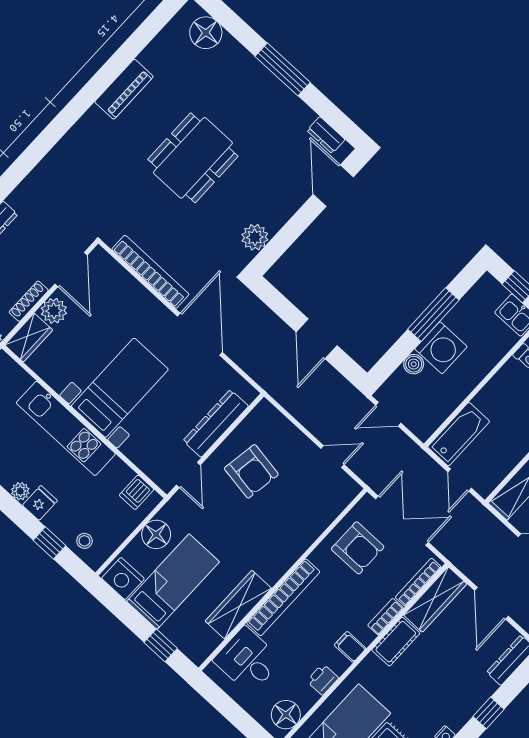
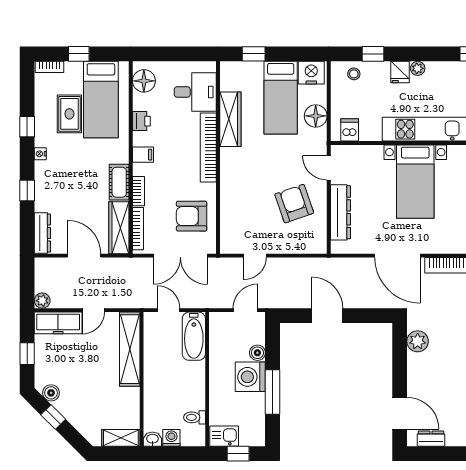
armchair: (251, 471) -> (294, 204), turned 62

